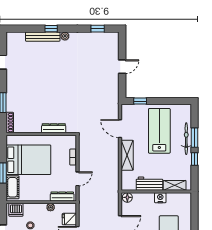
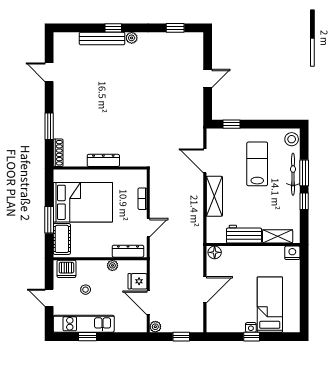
stool: (185, 112) -> (292, 139), added
dresser: (54, 128) -> (103, 160), moved
lab bench: (159, 131) -> (257, 164), width x0.73, depth x0.72
nightstand: (160, 198) -> (292, 253), moved

